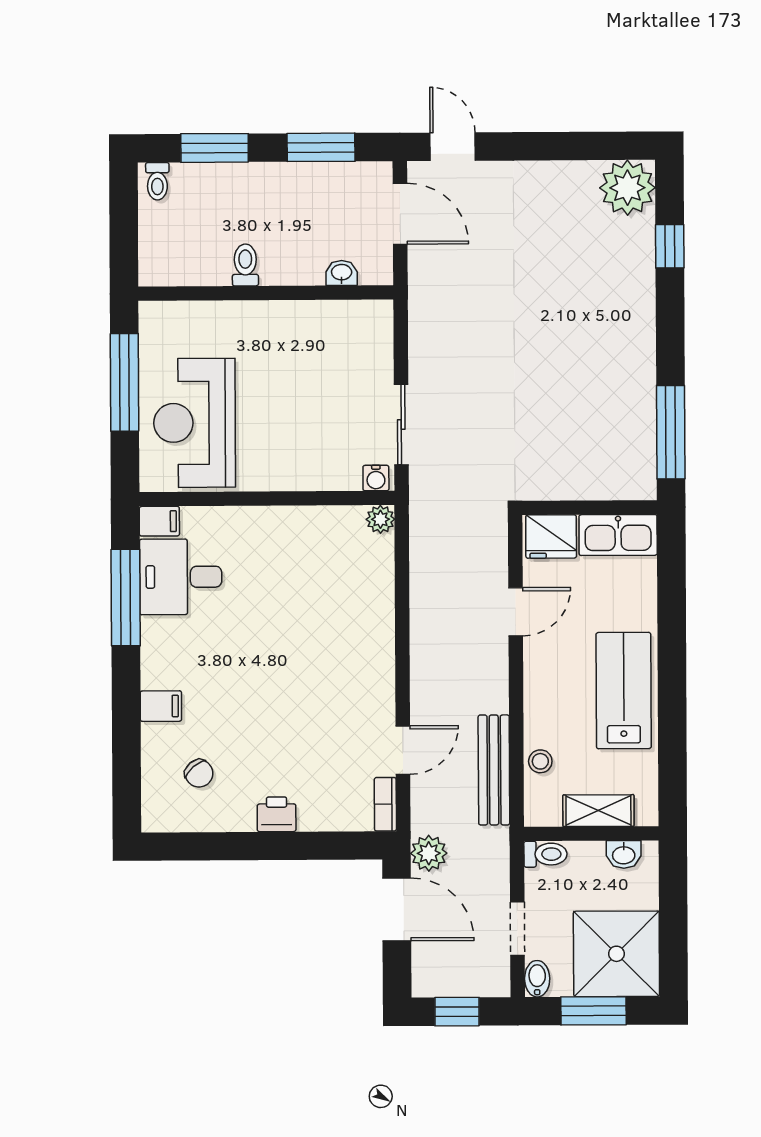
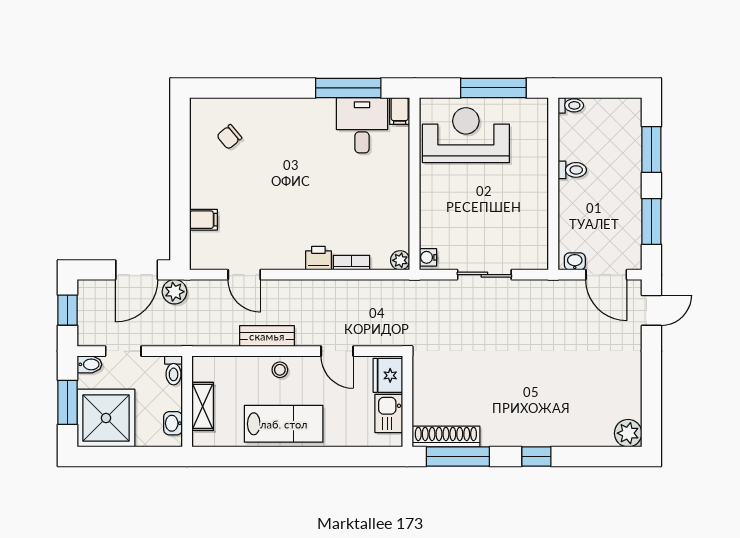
toilet: (157, 181) -> (571, 105), moved, turned 180
plant: (627, 188) -> (628, 433), width x0.73, depth x0.73
door: (400, 214) -> (606, 275), hinge flipped
window: (670, 246) -> (536, 456), moved
washbasin: (342, 273) -> (575, 261), moved, turned -90
sliding door: (401, 424) -> (484, 275), moved
shoe rack: (641, 450) -> (446, 436), added
kitchen sink: (618, 535) -> (389, 413), width x0.73
filing cabinet: (161, 706) -> (203, 220), moved, turned -90
stool: (540, 761) -> (280, 370), moved
bench: (494, 770) -> (267, 336), moved, width x0.73
bookcase: (385, 804) -> (352, 263), moved
printer: (277, 814) -> (318, 258), moved, turned -90

